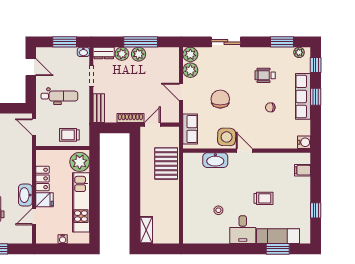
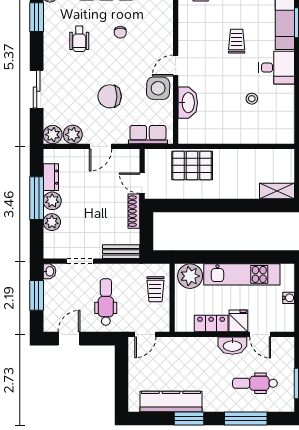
dresser: (104, 53) -> (51, 177), moved

